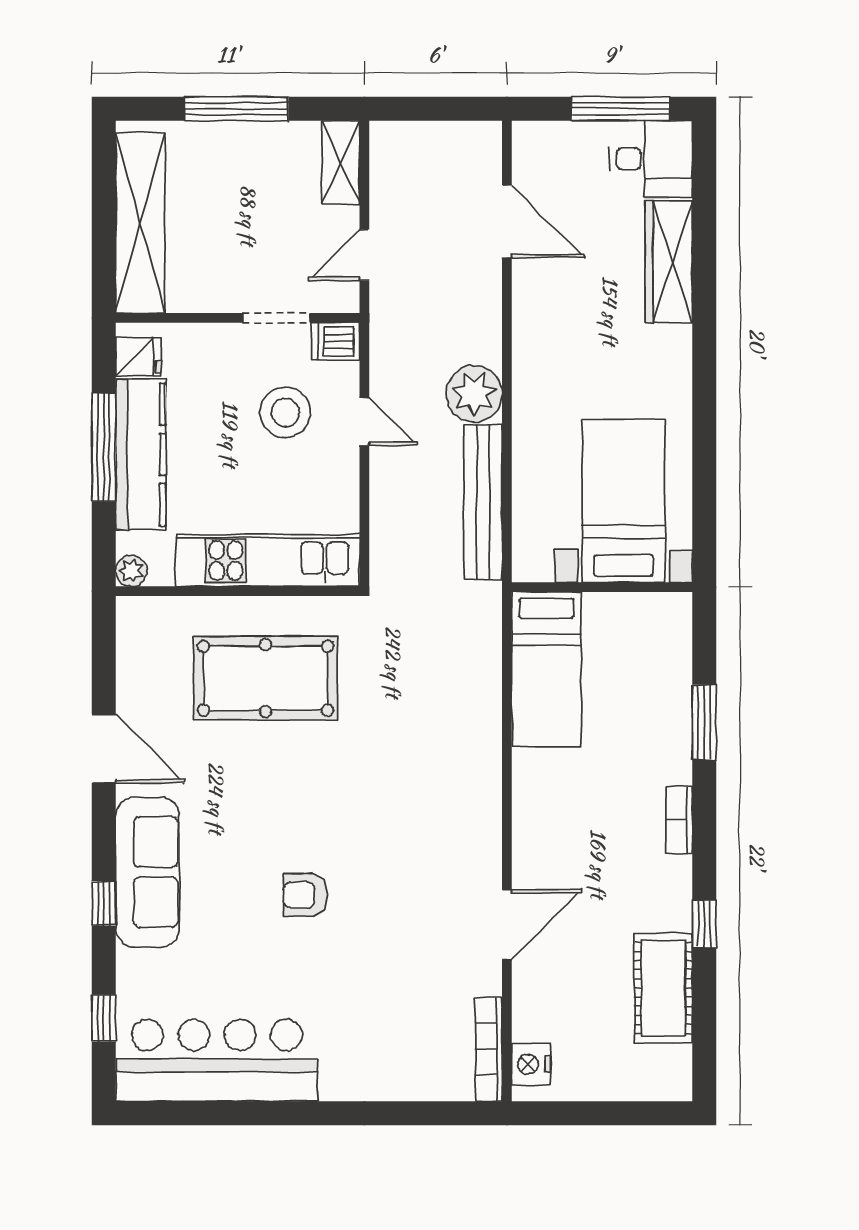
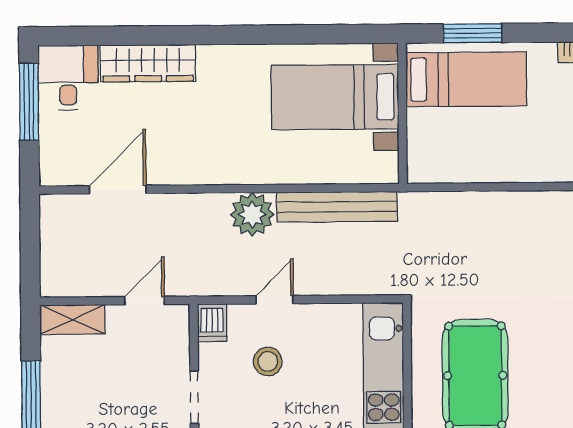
door: (364, 255) -> (145, 301), swing flipped
doorway: (276, 318) -> (194, 397), moved
stool: (285, 412) -> (268, 361), width x0.73, depth x0.73
bed: (547, 669) -> (466, 79), moved
window: (704, 722) -> (473, 33), moved

